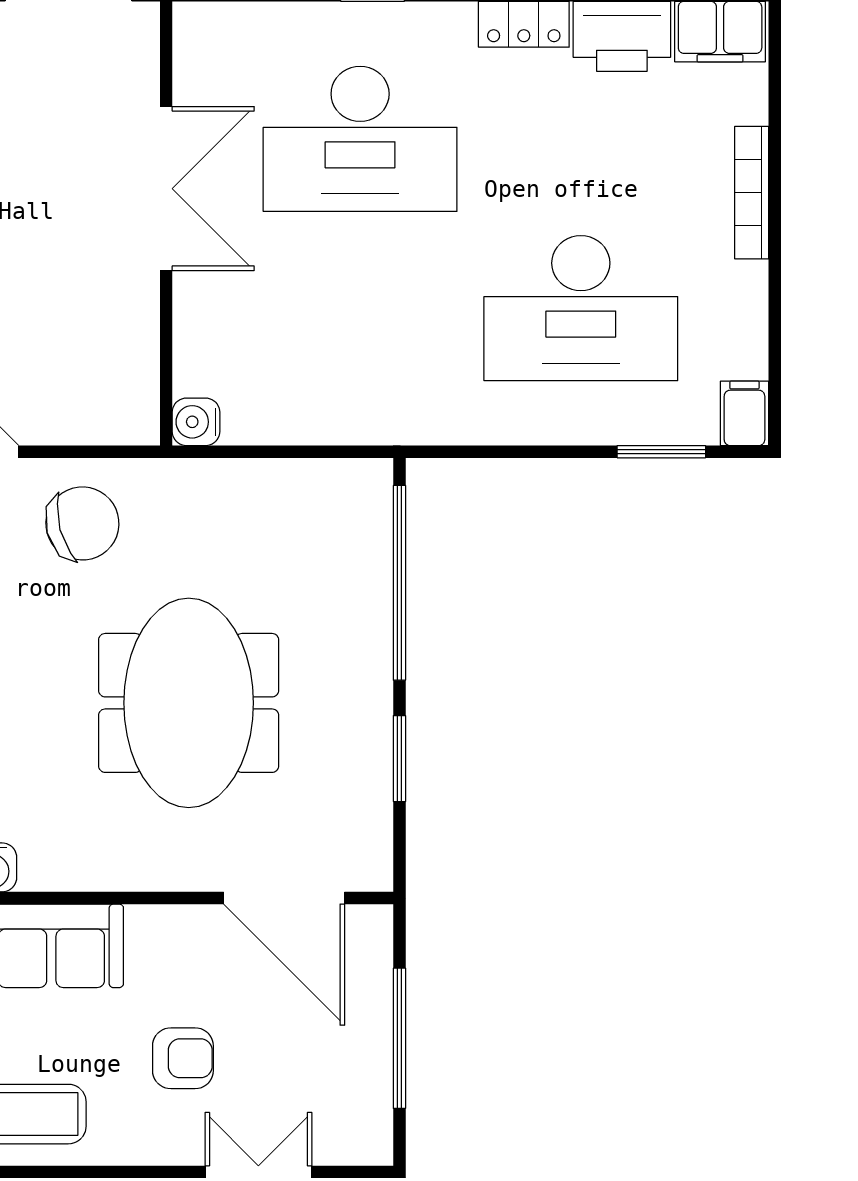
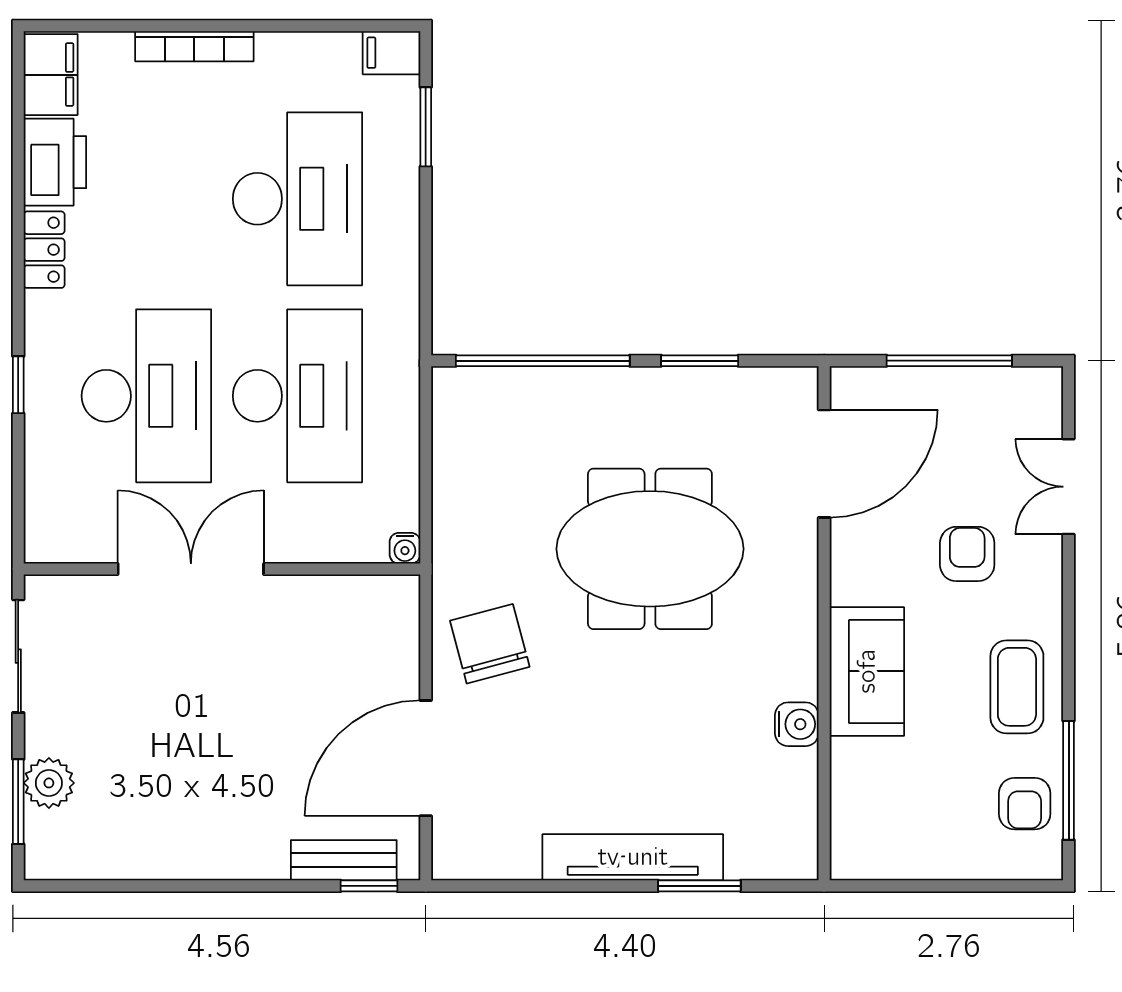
desk: (360, 308) -> (298, 396), added
water cooler: (196, 422) -> (405, 548), width x0.72, depth x0.72

